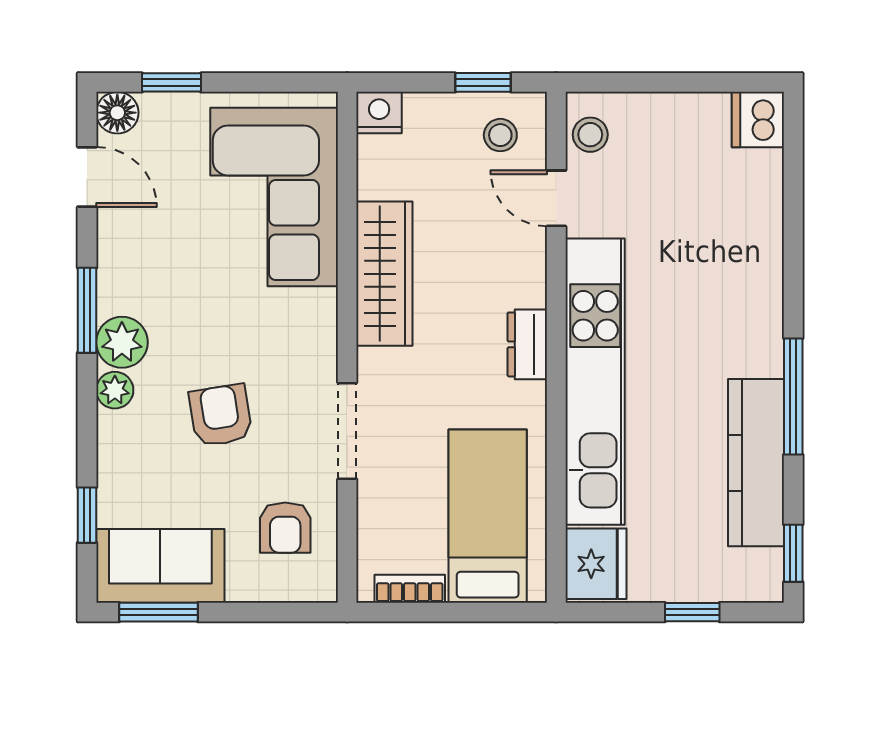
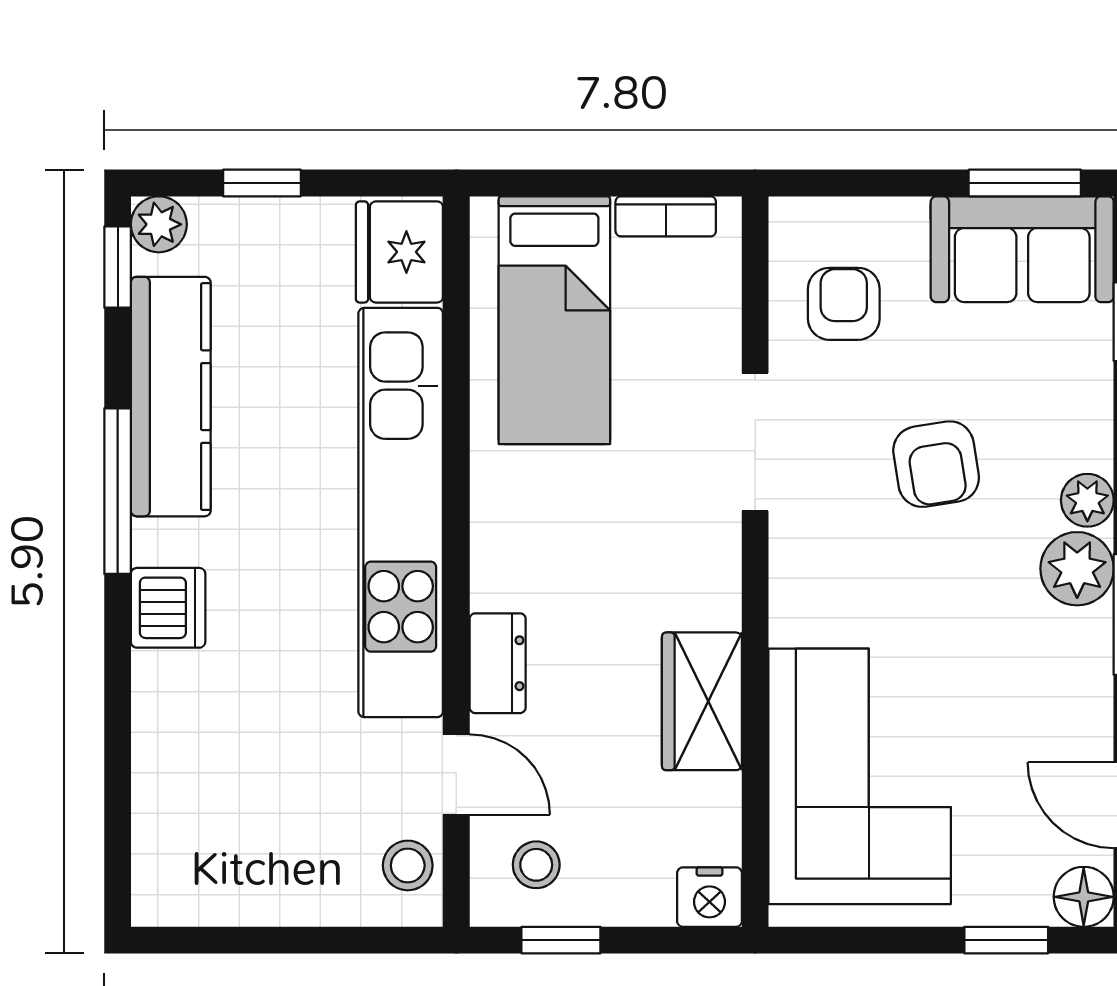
dishwasher: (758, 120) -> (168, 608), moved
wardrobe: (384, 274) -> (702, 701), width x0.67
dresser: (527, 344) -> (498, 663), moved
plant: (764, 583) -> (159, 224), added

